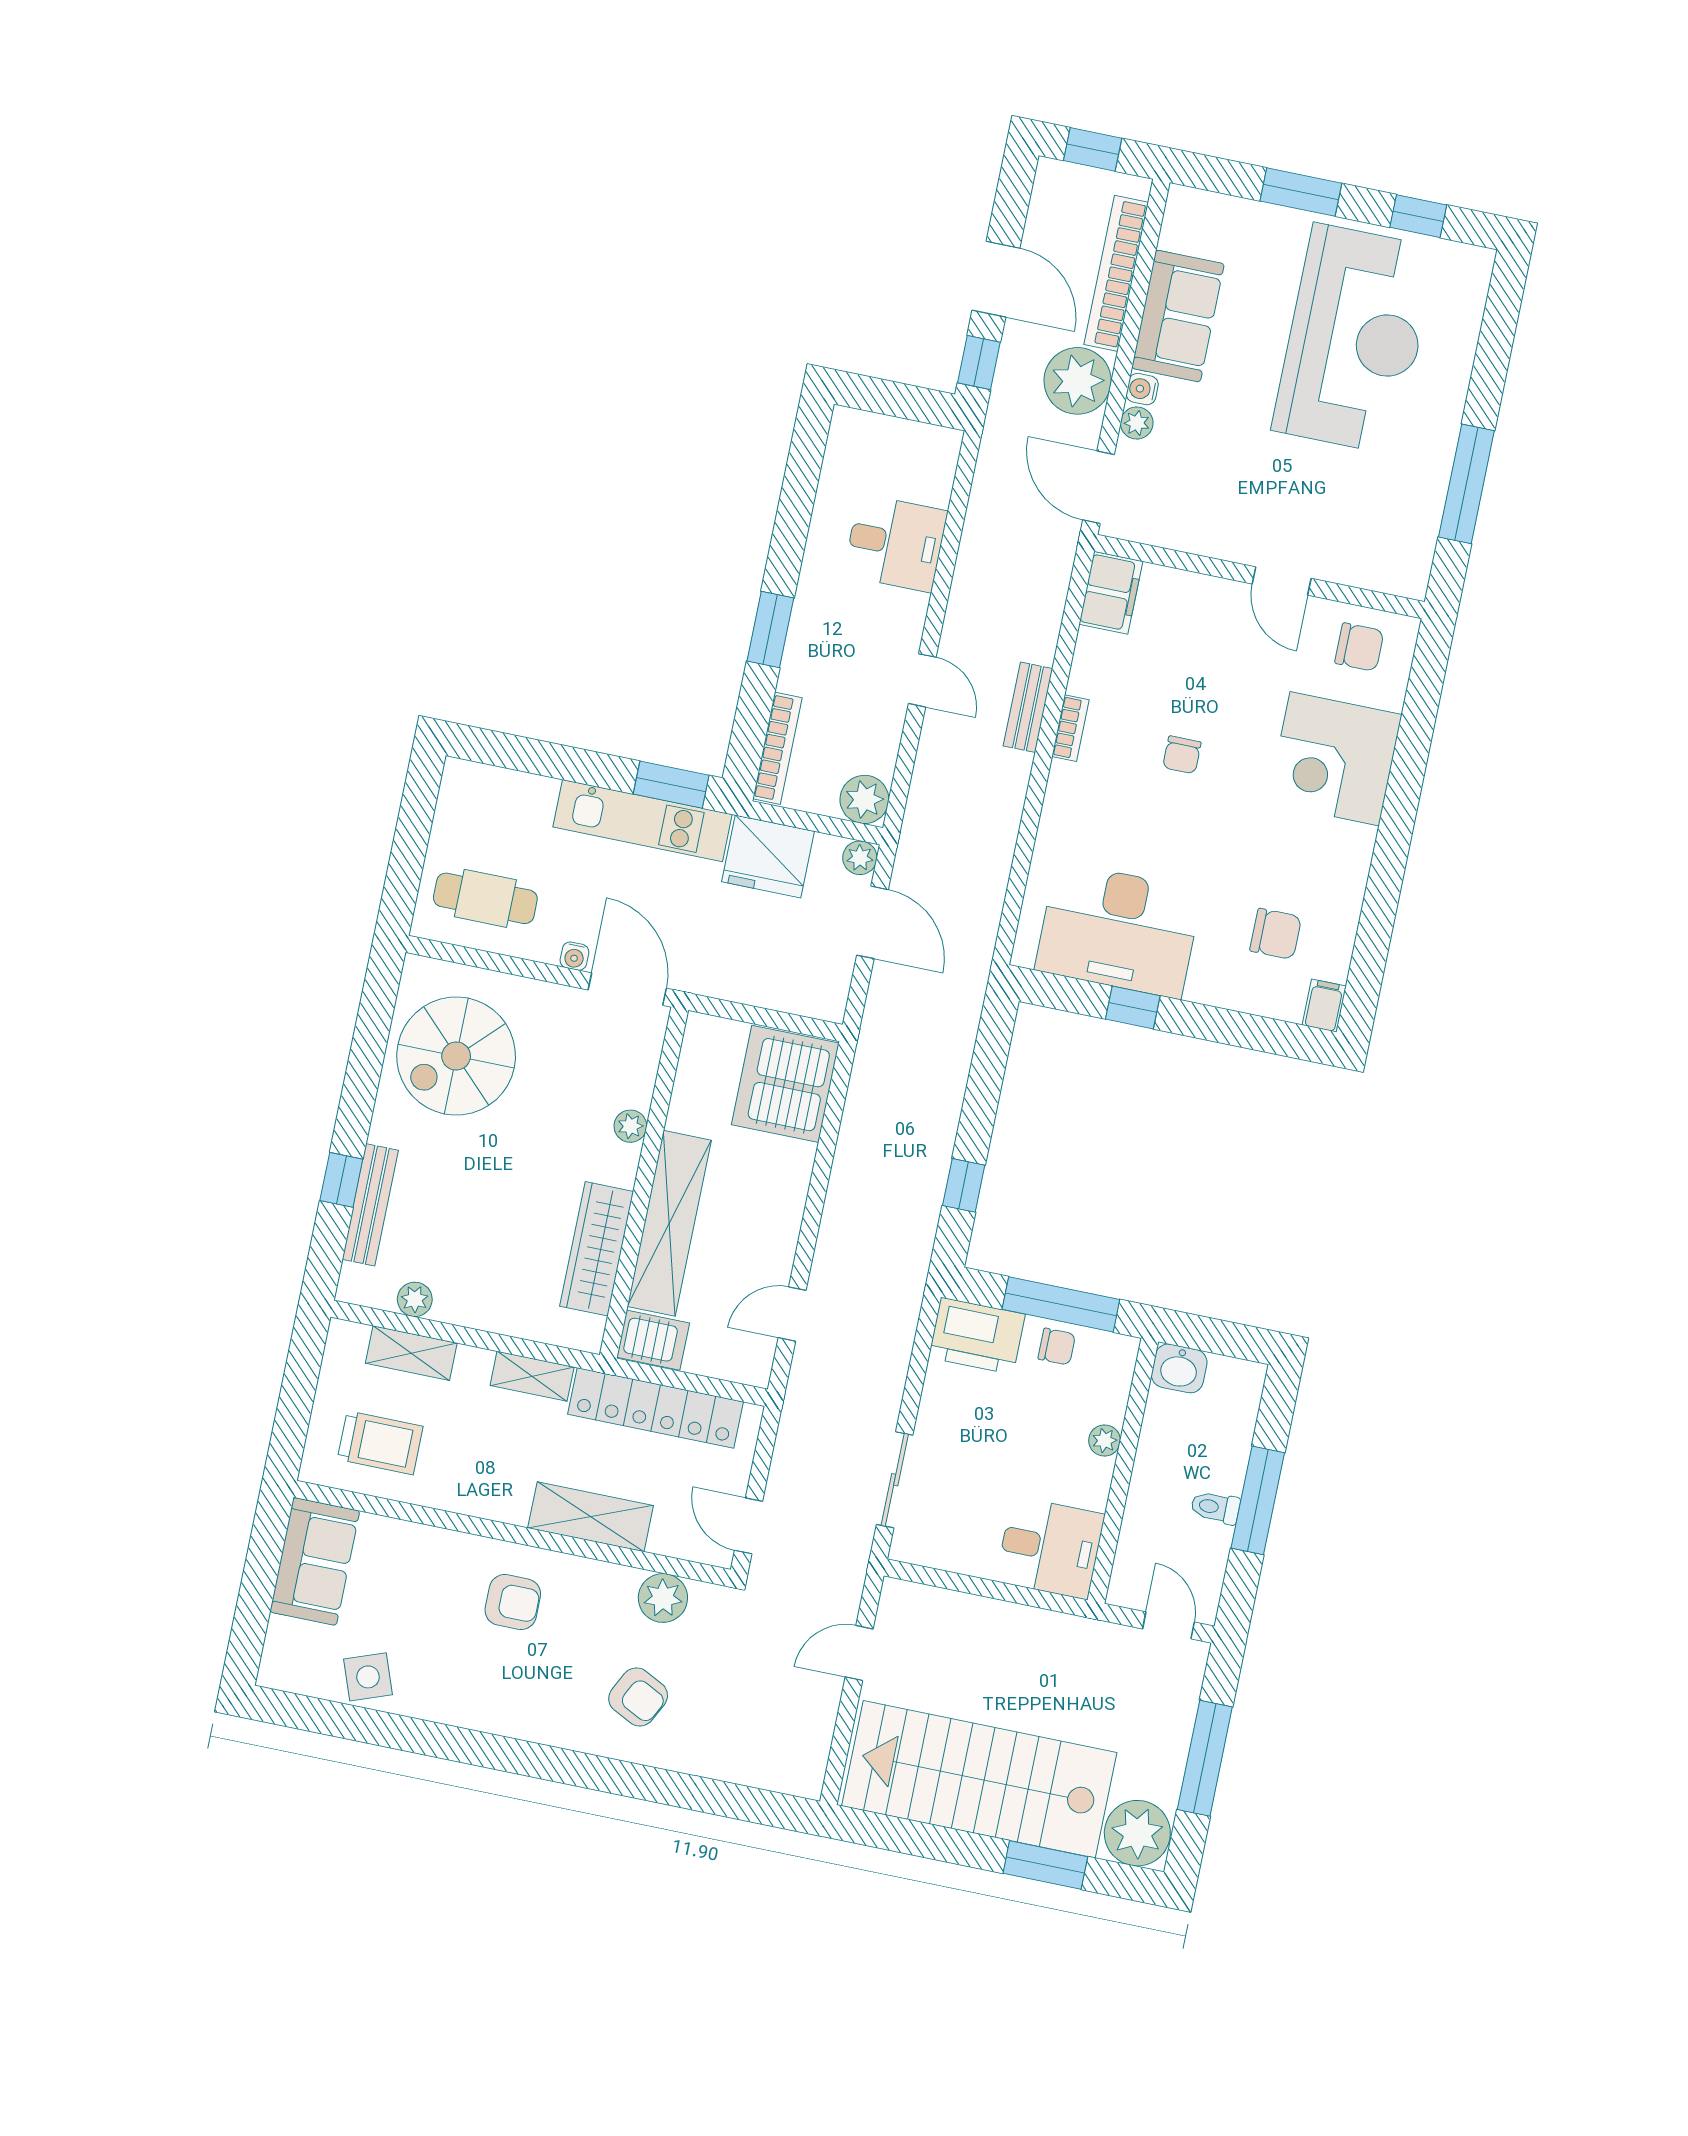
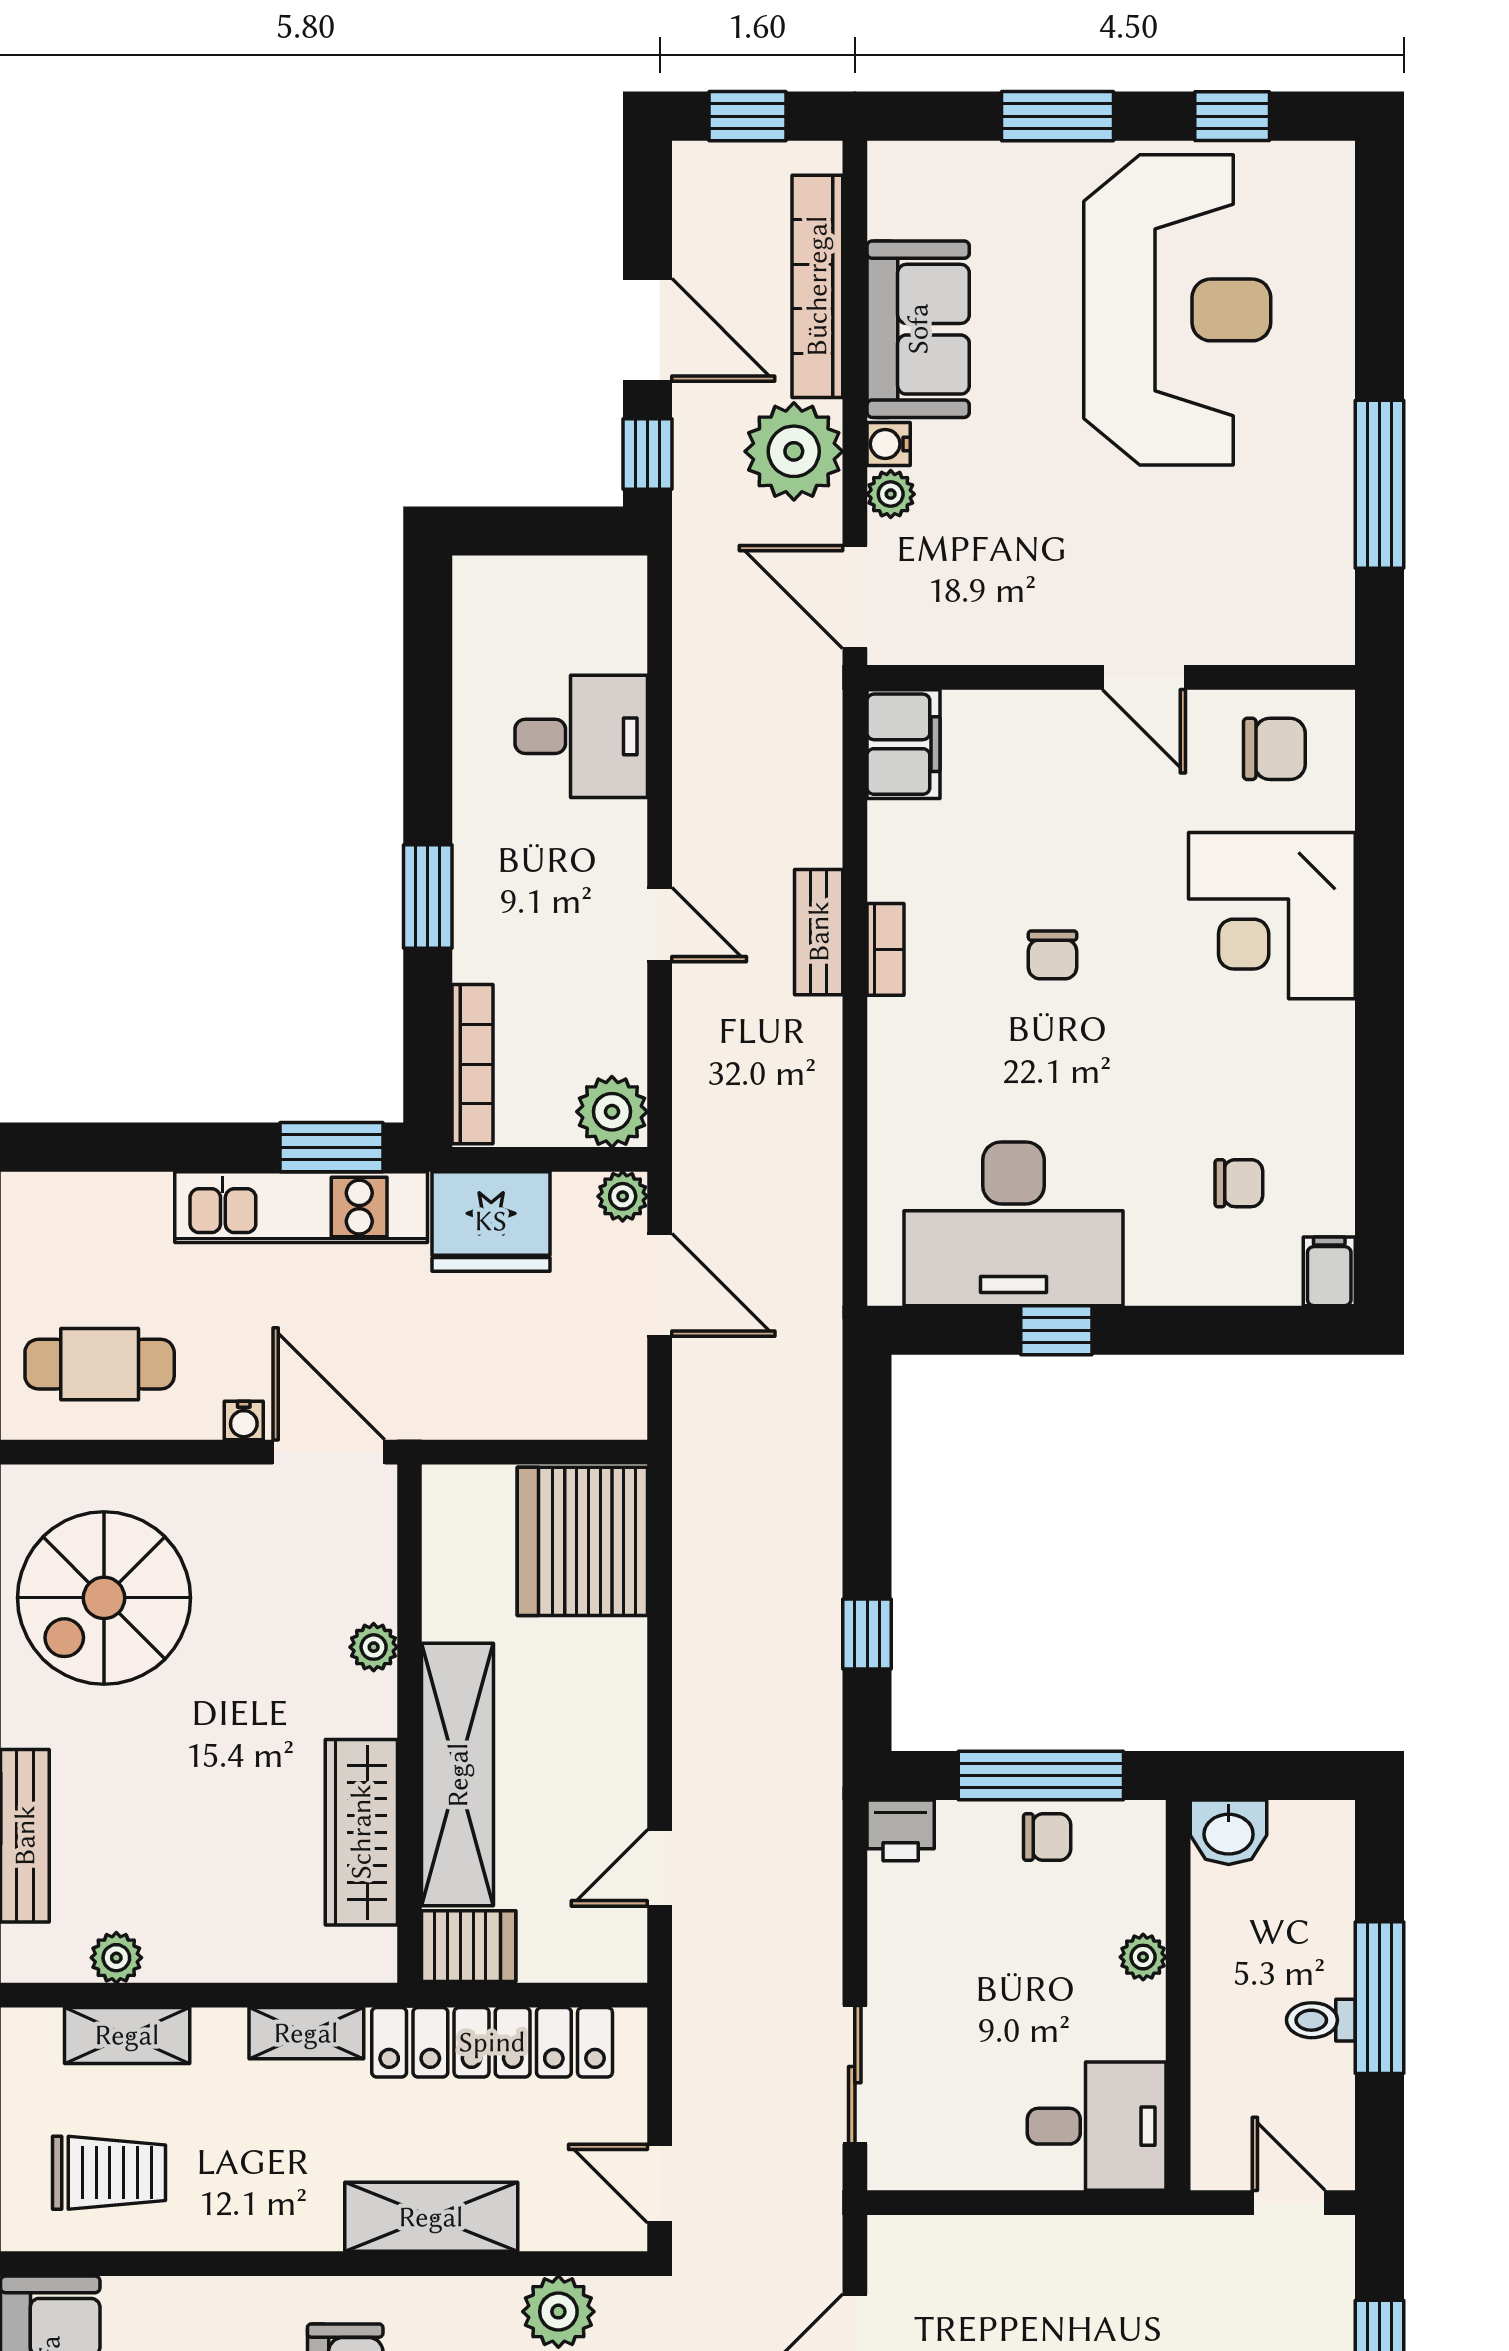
chair: (1276, 934) -> (1239, 1183), width x0.73, depth x0.73
printer: (977, 1336) -> (901, 1830), width x0.53, depth x0.68

